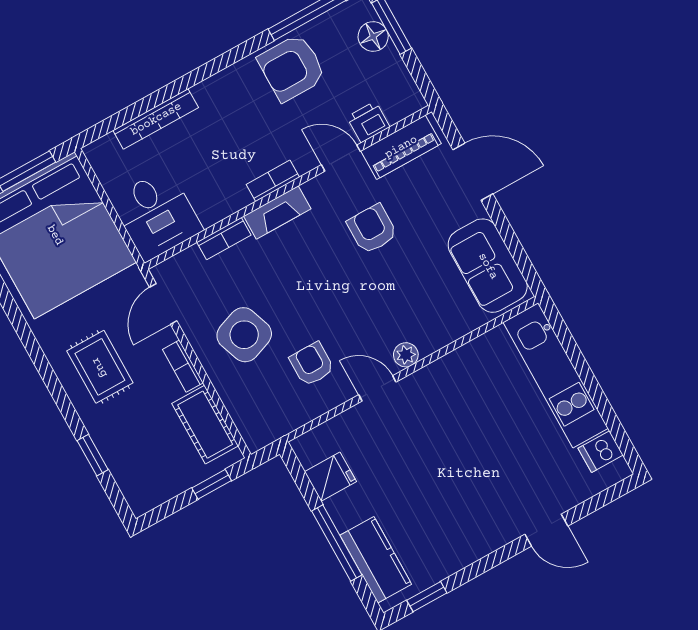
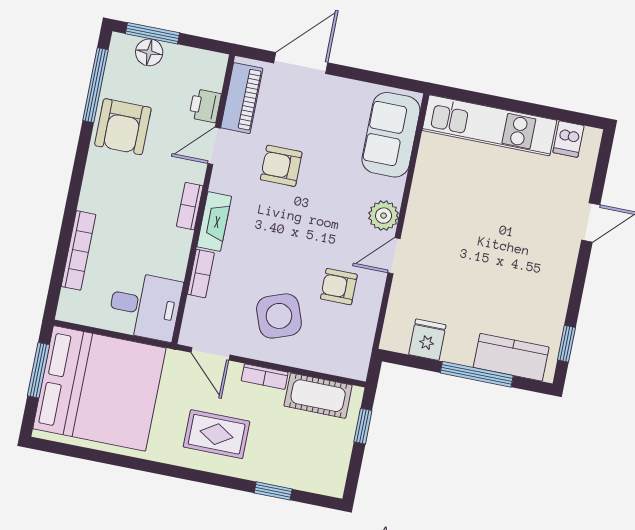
sofa: (488, 266) -> (391, 135), moved, turned 90
plant: (406, 355) -> (384, 216), width x1.38, depth x1.38

